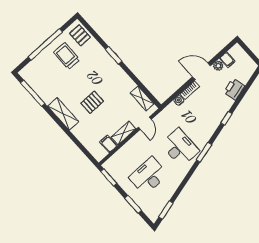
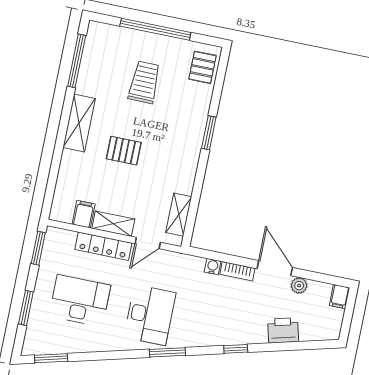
trolley: (67, 56) -> (144, 82), moved
filing cabinet: (227, 60) -> (340, 297), moved
locker: (131, 146) -> (103, 246), added

